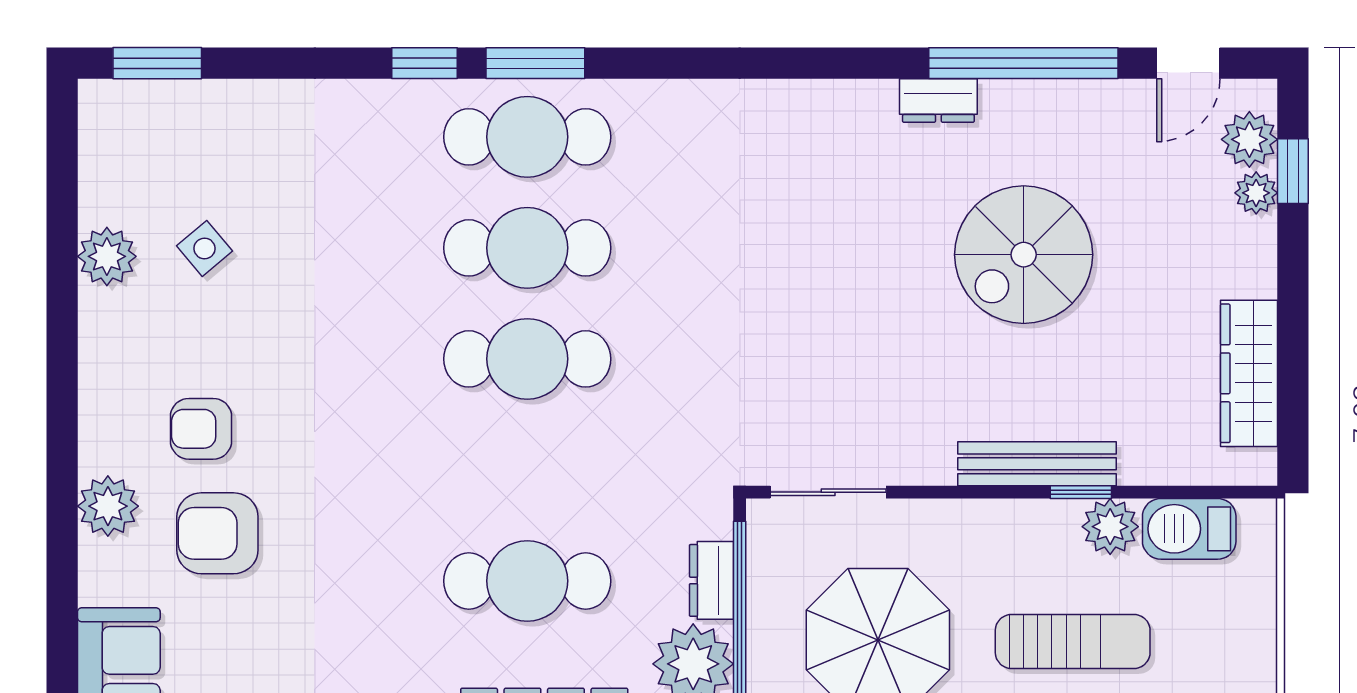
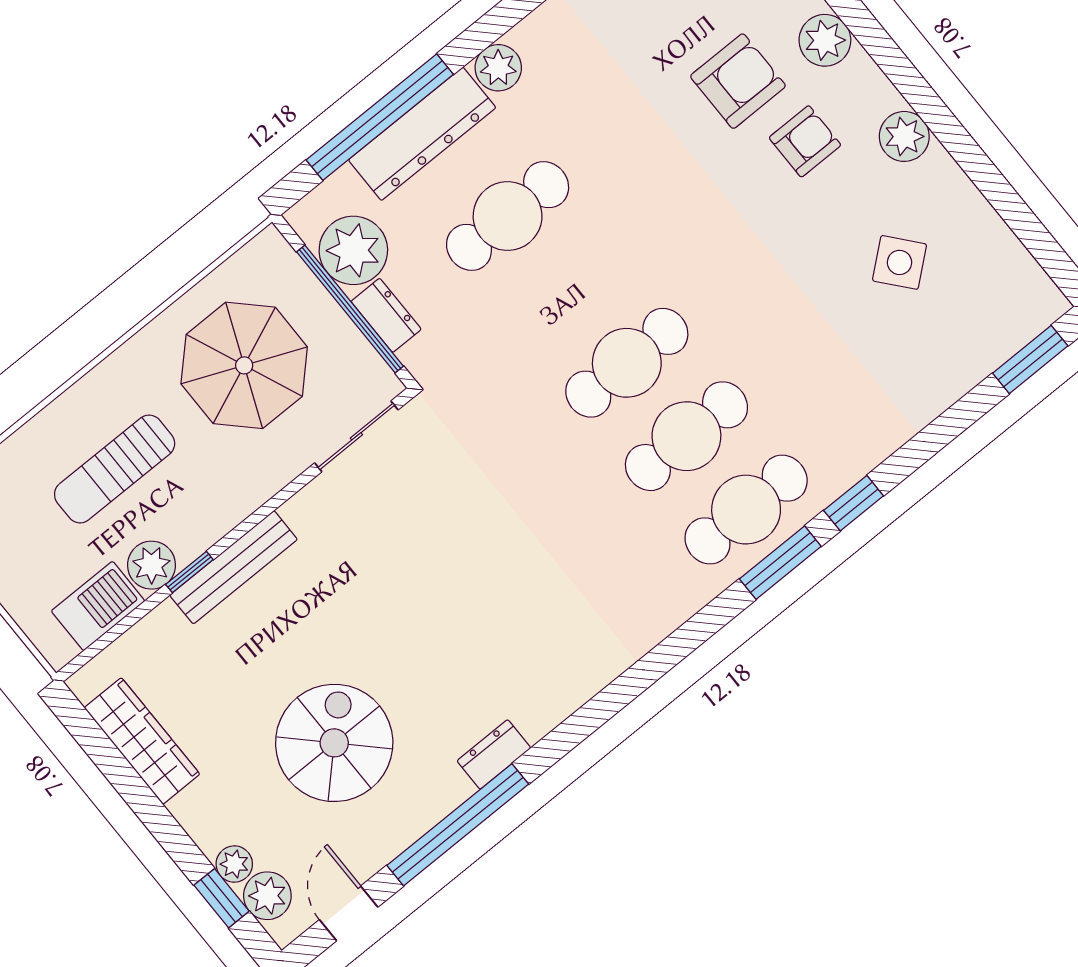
side table: (205, 248) -> (899, 262), width x1.37, depth x1.37
spiral stairs: (1024, 255) -> (334, 743), moved
plant: (107, 256) -> (904, 136), moved

